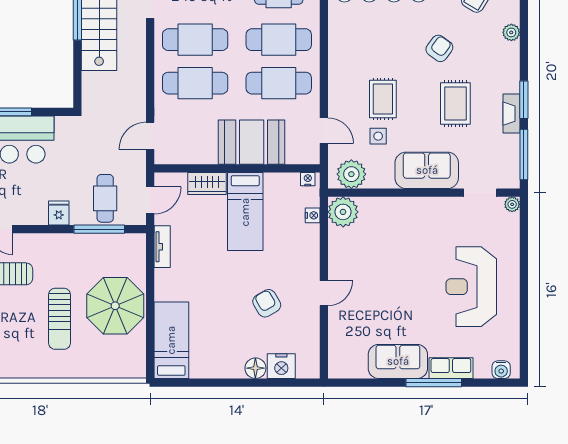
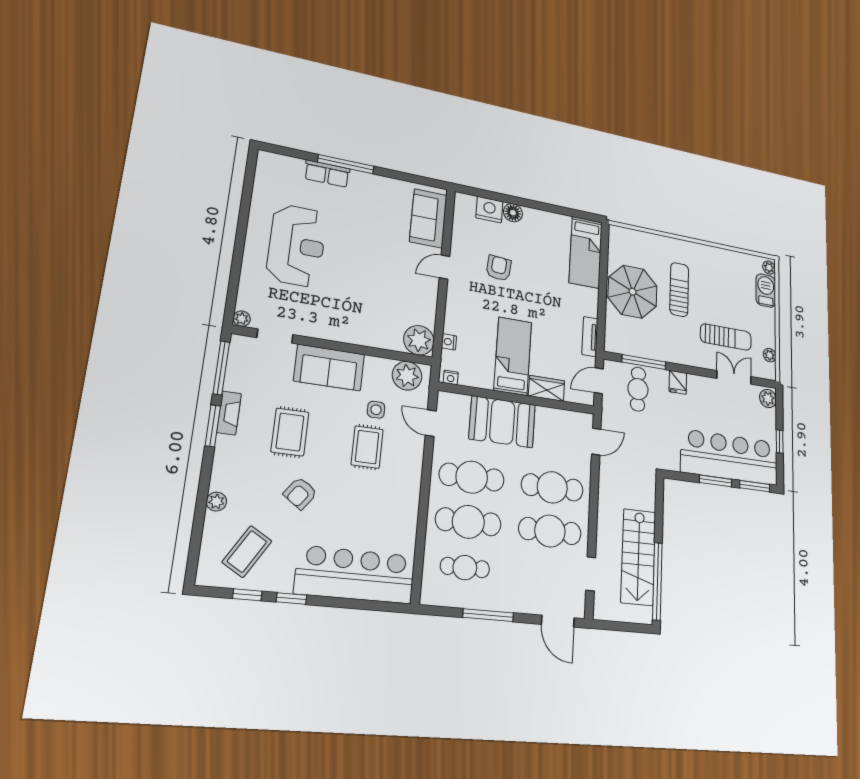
armchair: (267, 303) -> (499, 268), turned -145
sofa: (398, 361) -> (428, 218), moved, turned 90
water cooler: (501, 370) -> (276, 161), removed

